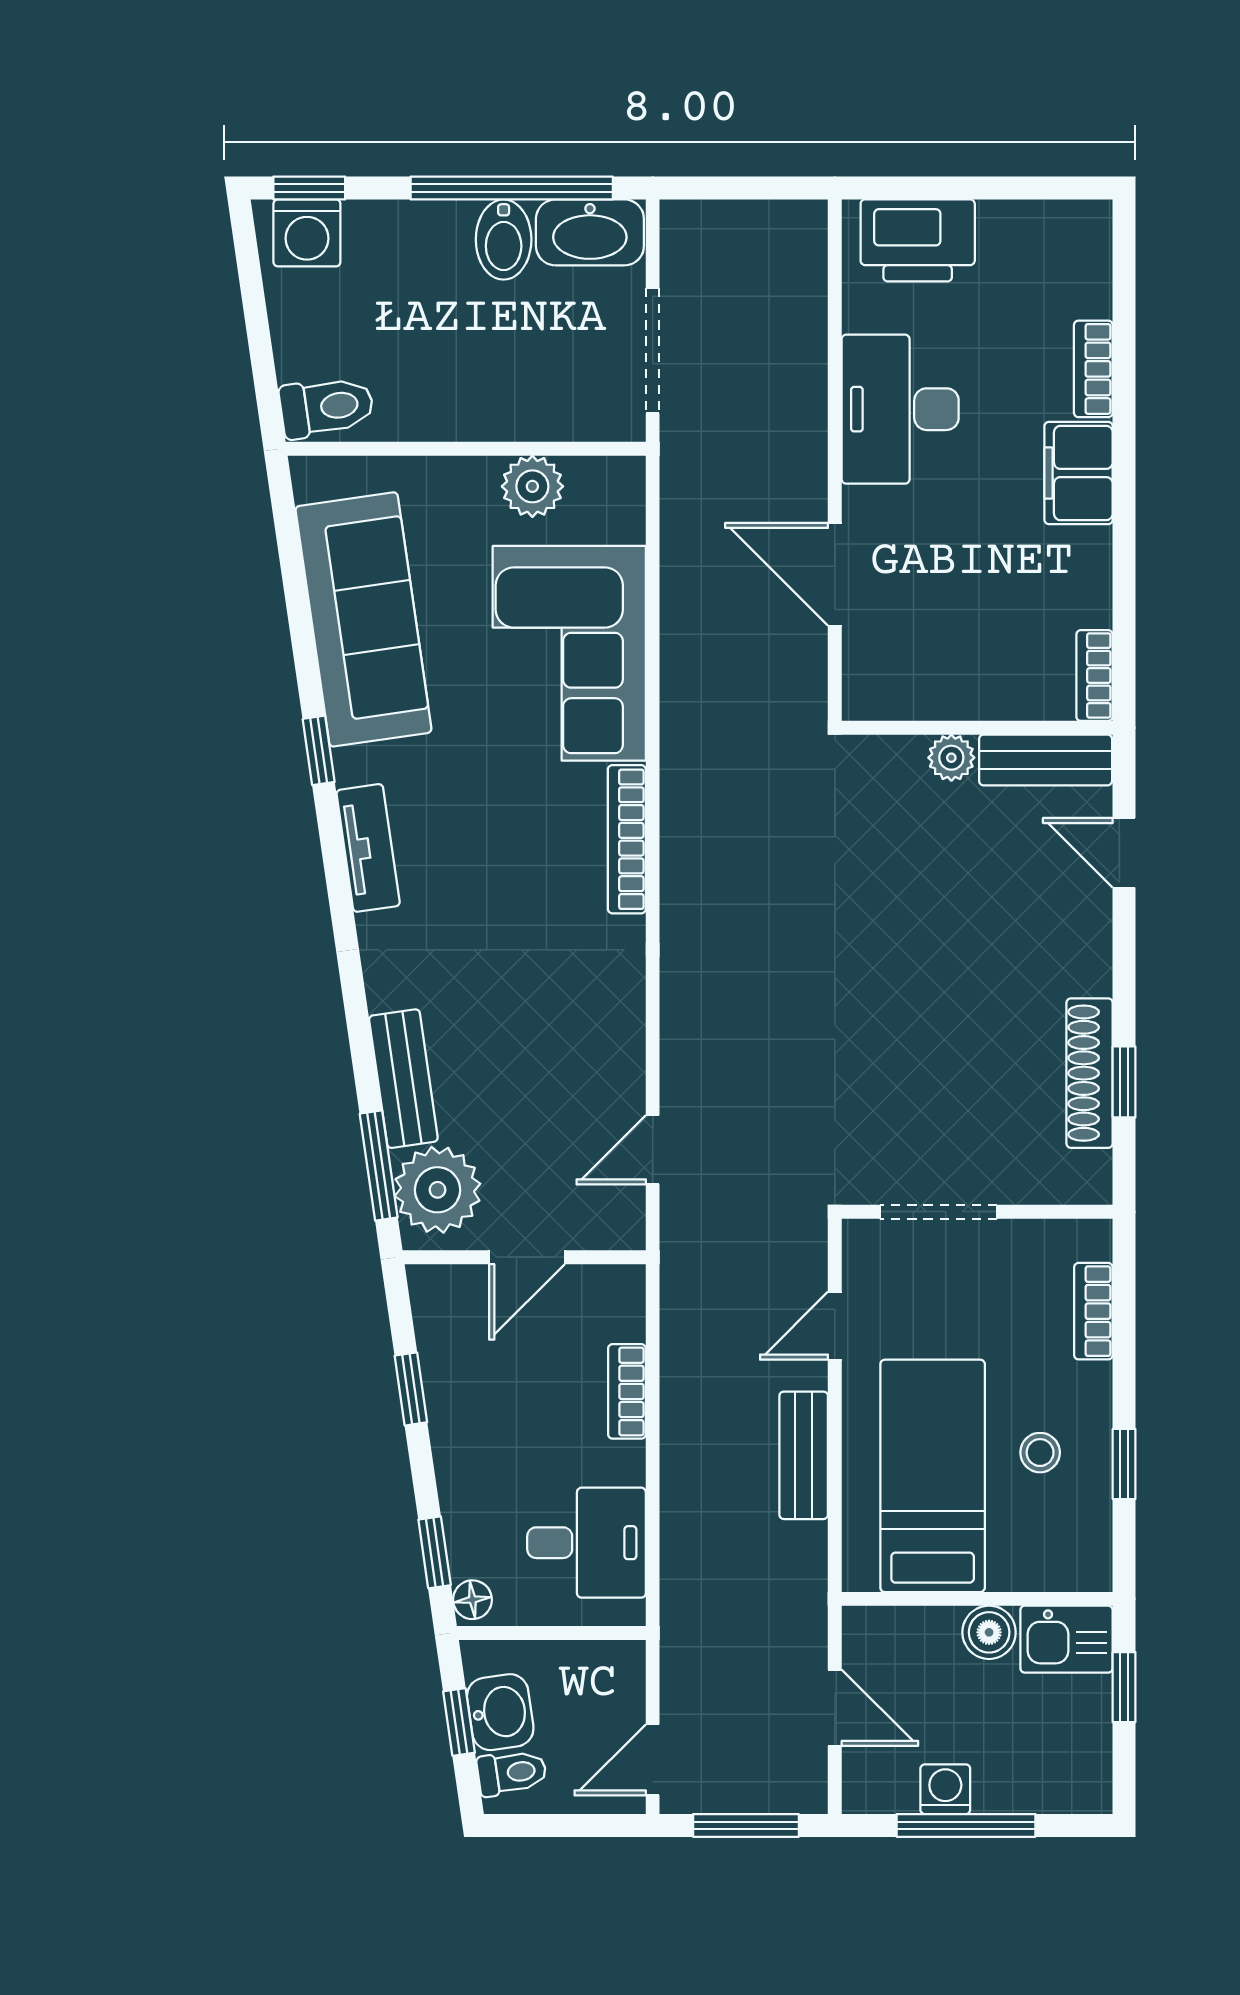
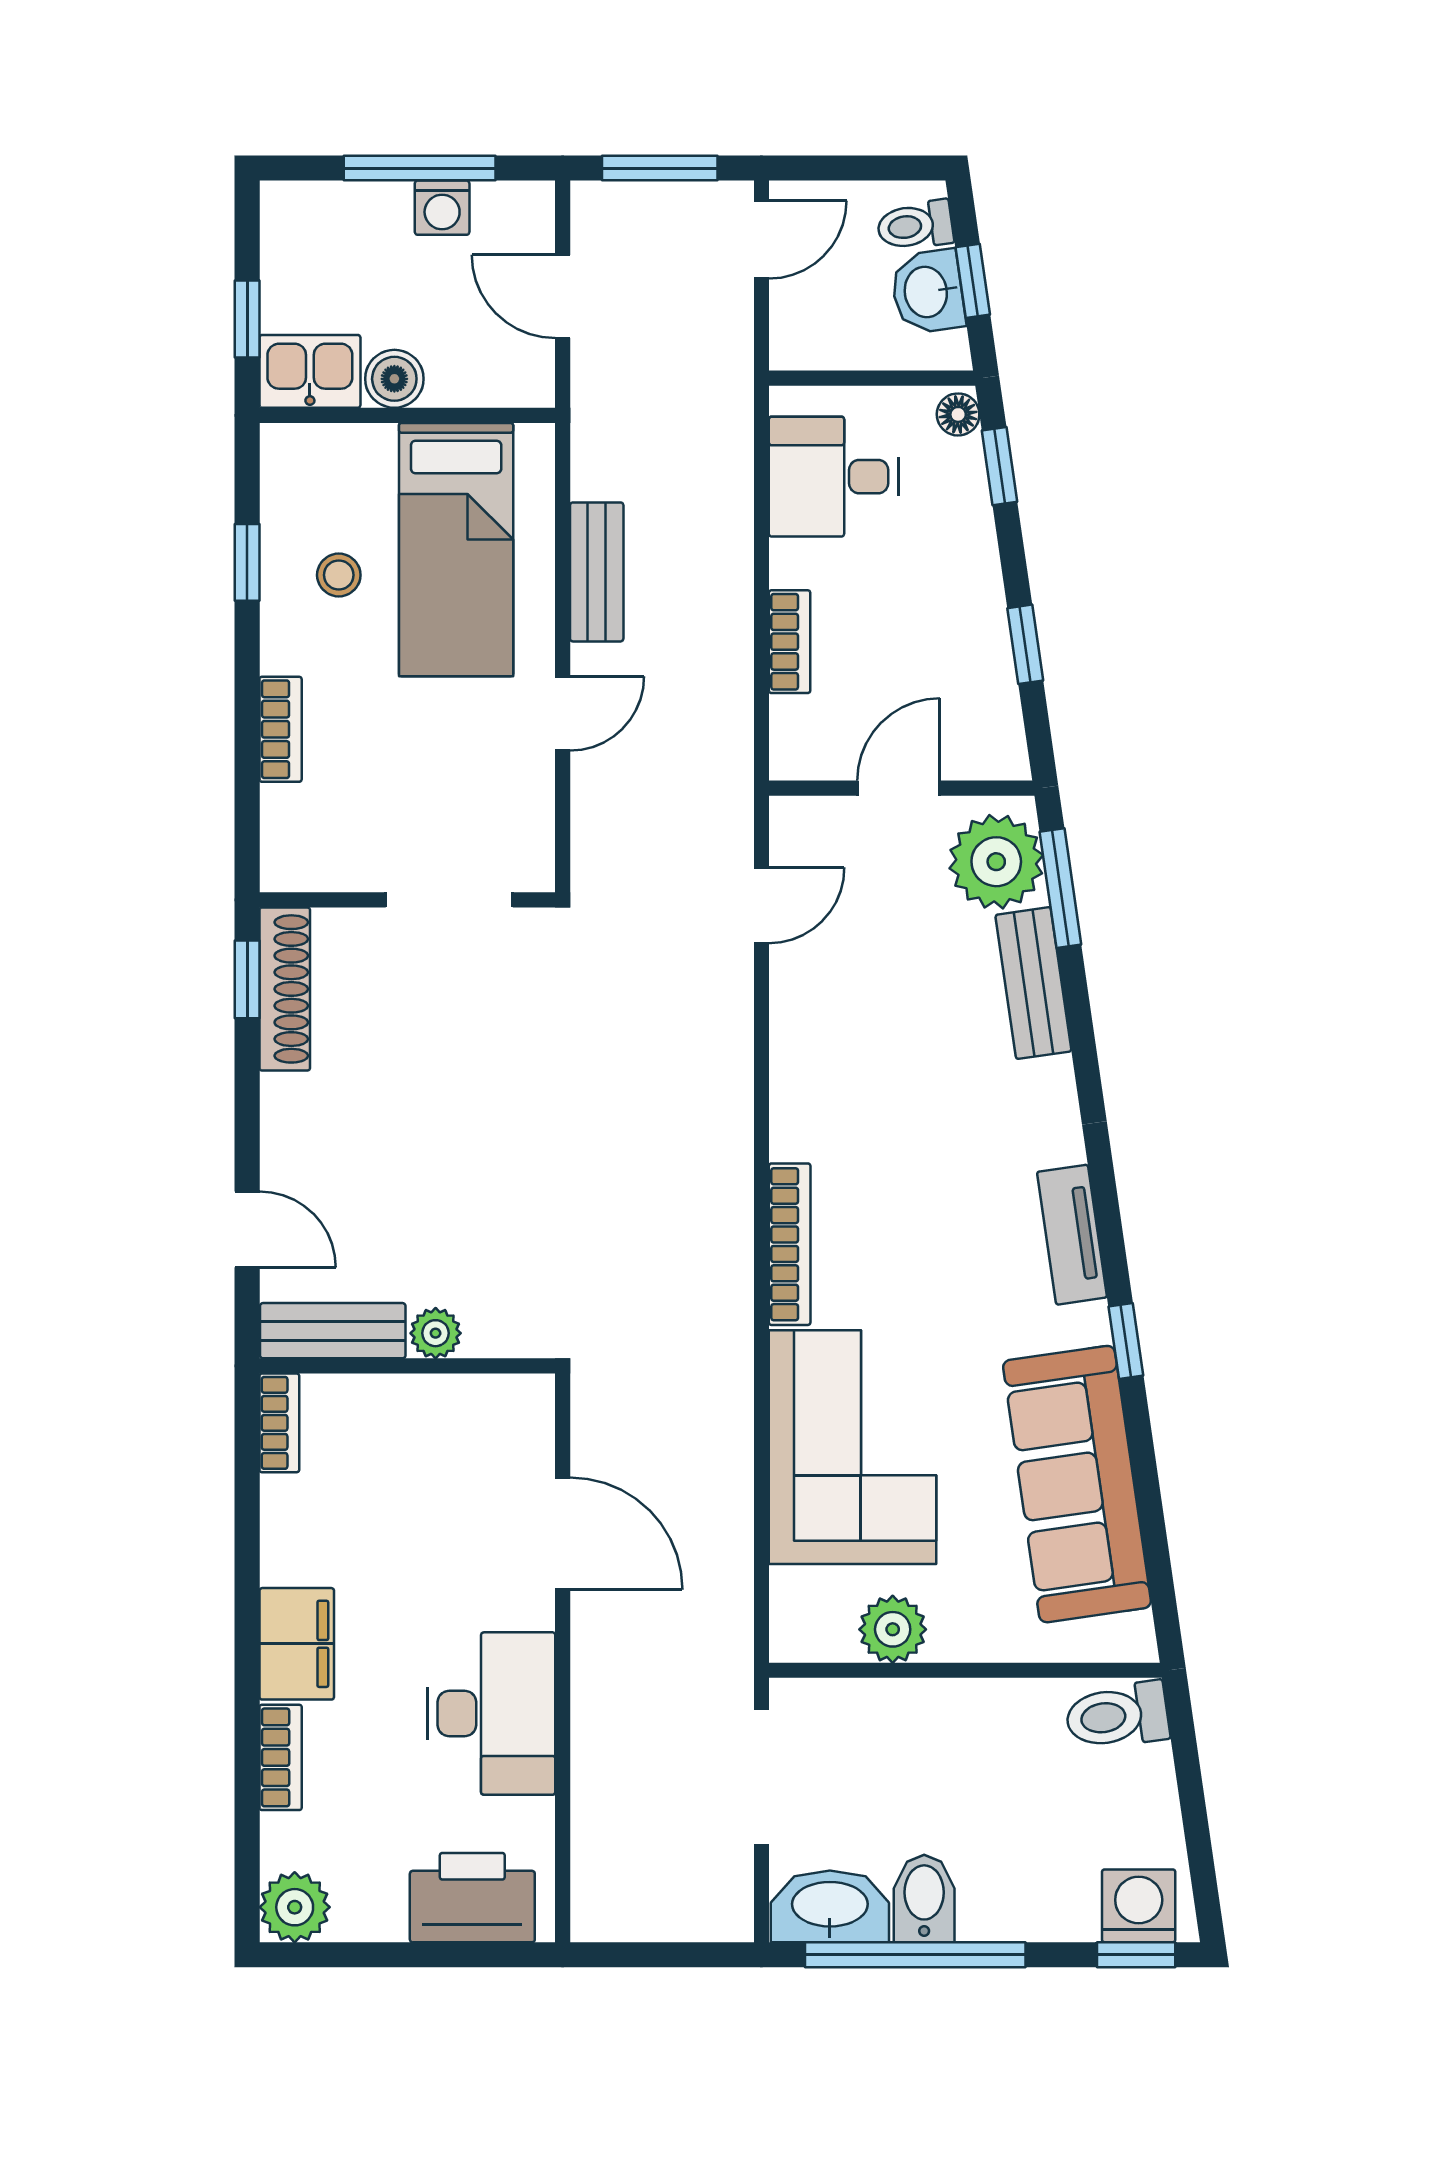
plant: (1080, 232) -> (295, 1907), added
doorway: (939, 1212) -> (449, 900), moved
wall: (977, 1212) -> (407, 900), moved

